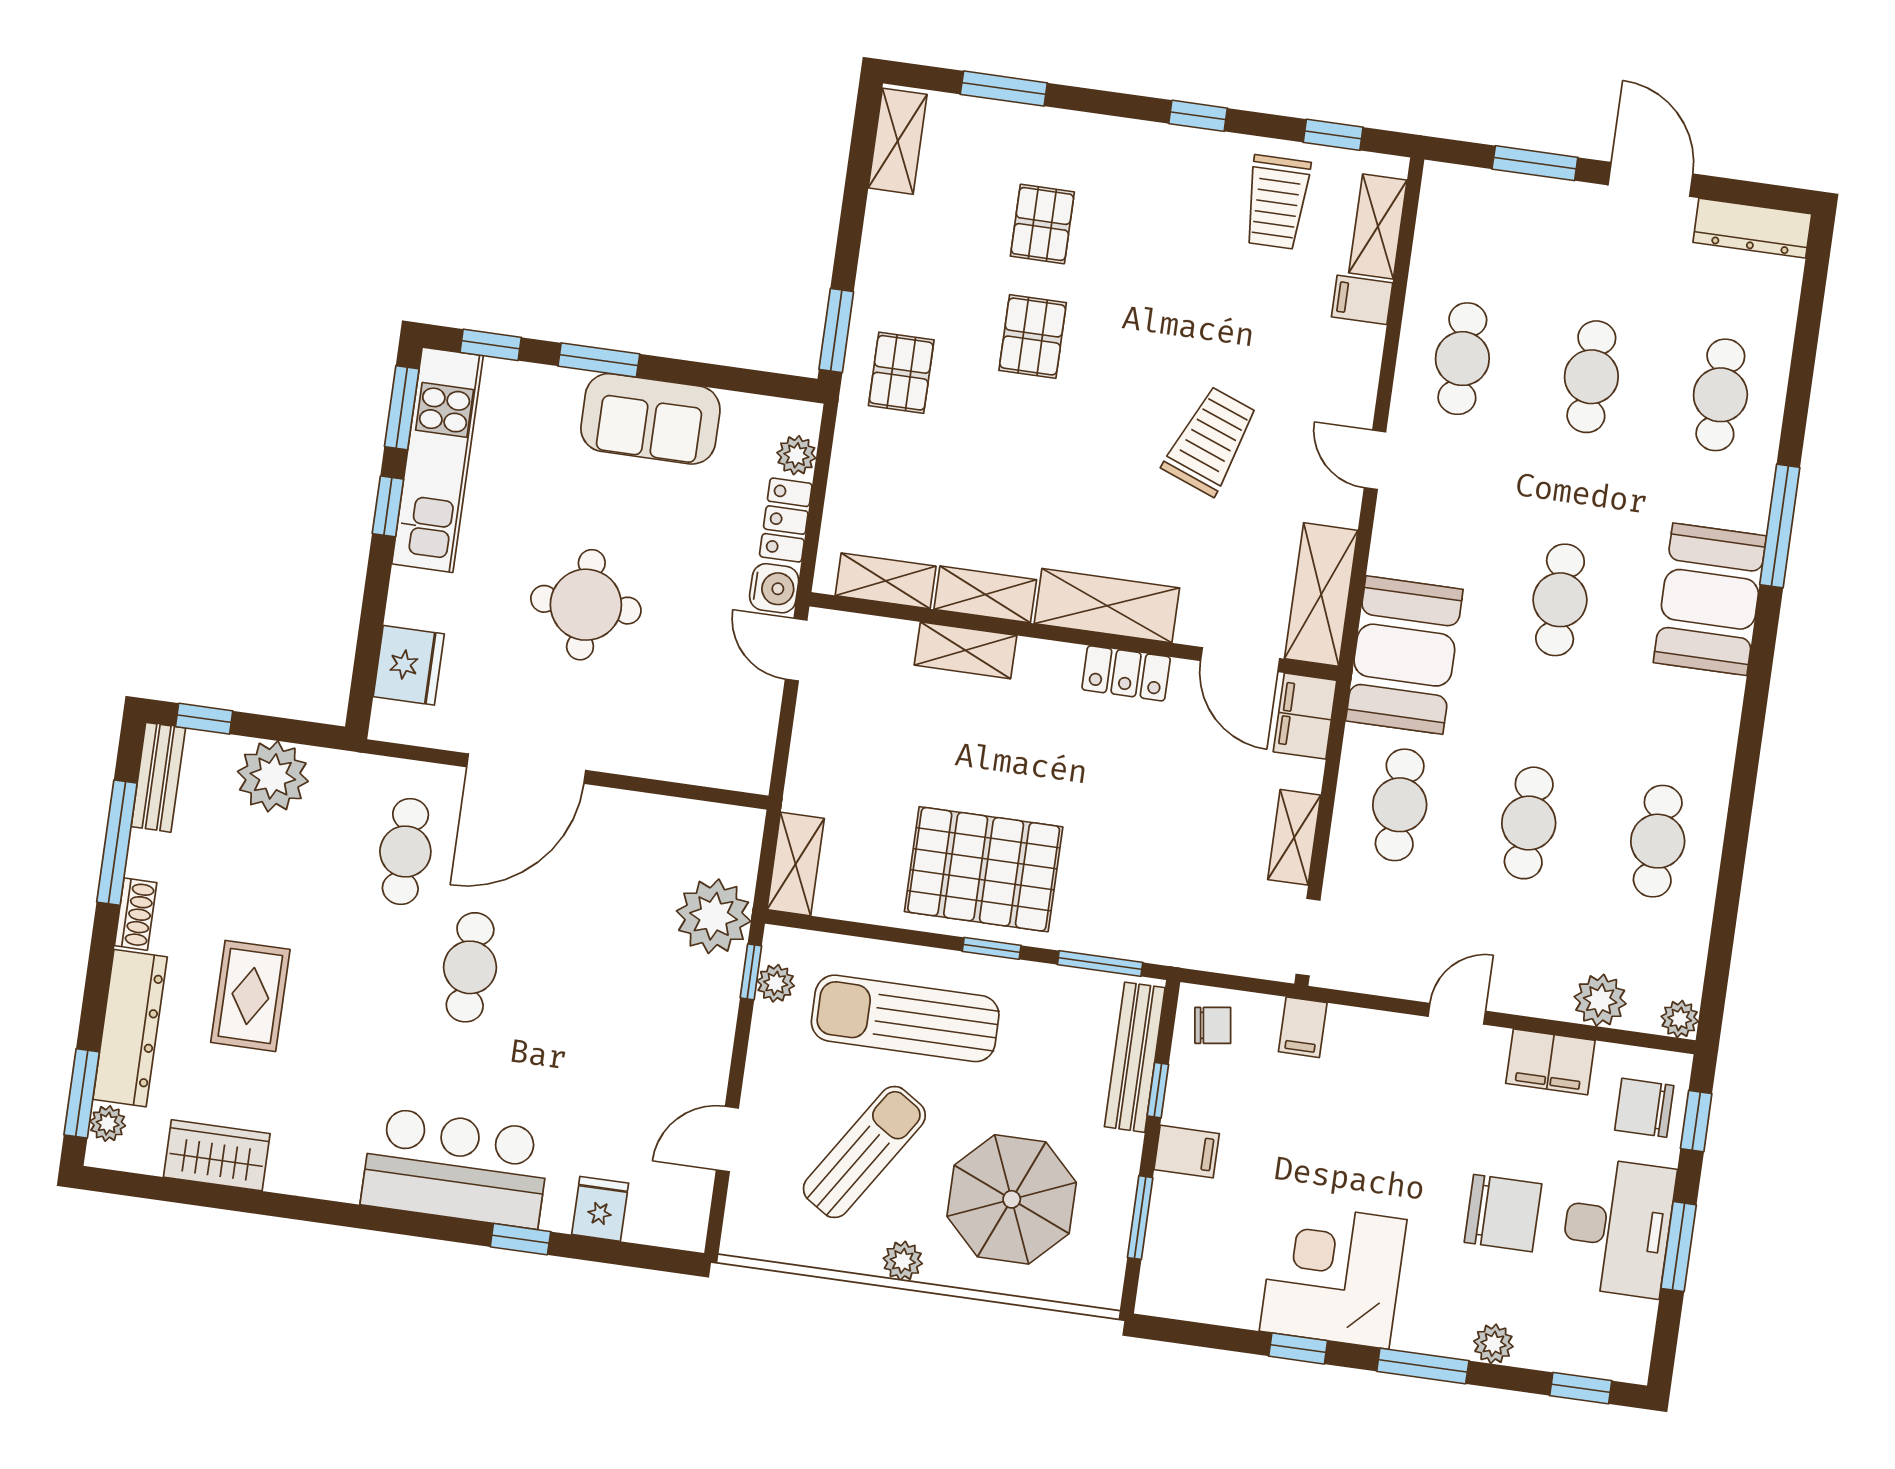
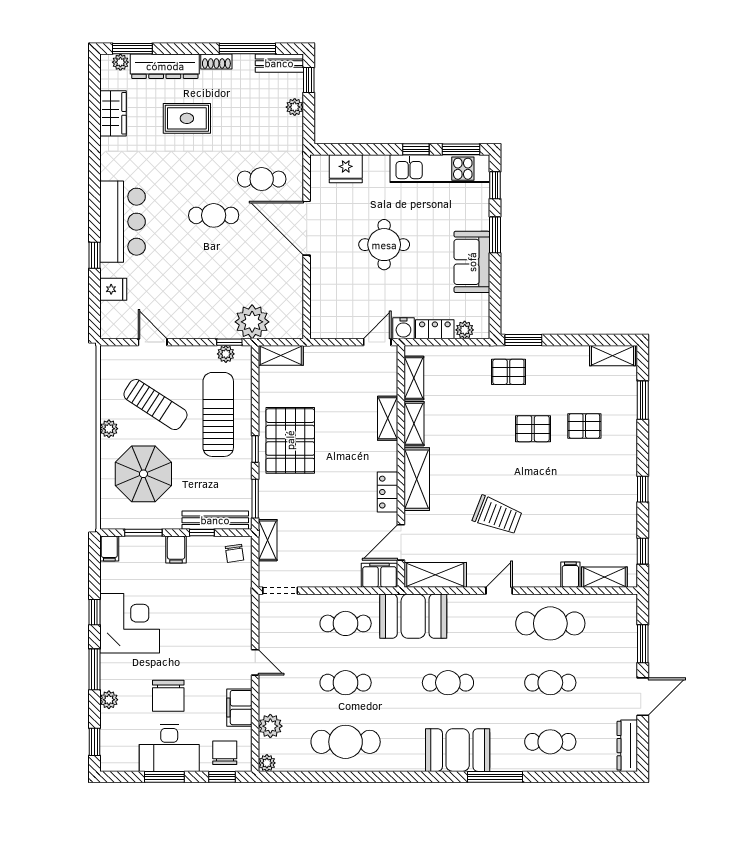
trolley: (1277, 202) -> (609, 530), removed
cafe table: (1462, 359) -> (550, 623), width x1.37, depth x1.35
plant: (273, 776) -> (295, 107), width x0.53, depth x0.53
shelving: (1294, 837) -> (268, 540), moved, turned 90
cafe table: (1658, 841) -> (346, 742), width x1.37, depth x1.35
filing cabinet: (1303, 1027) -> (109, 549), moved, turned -90

